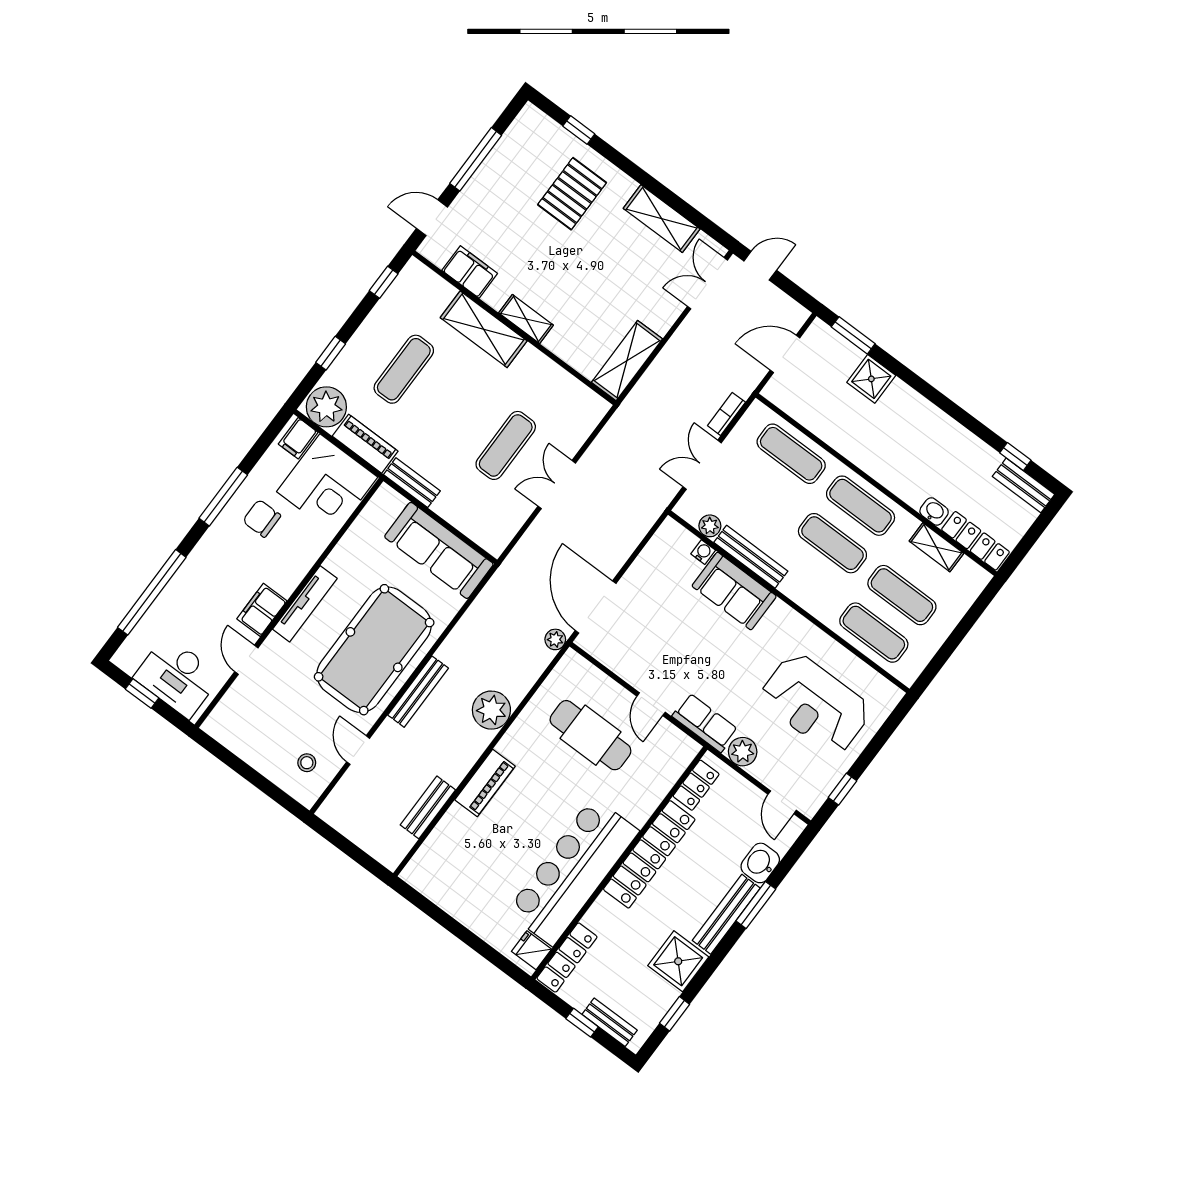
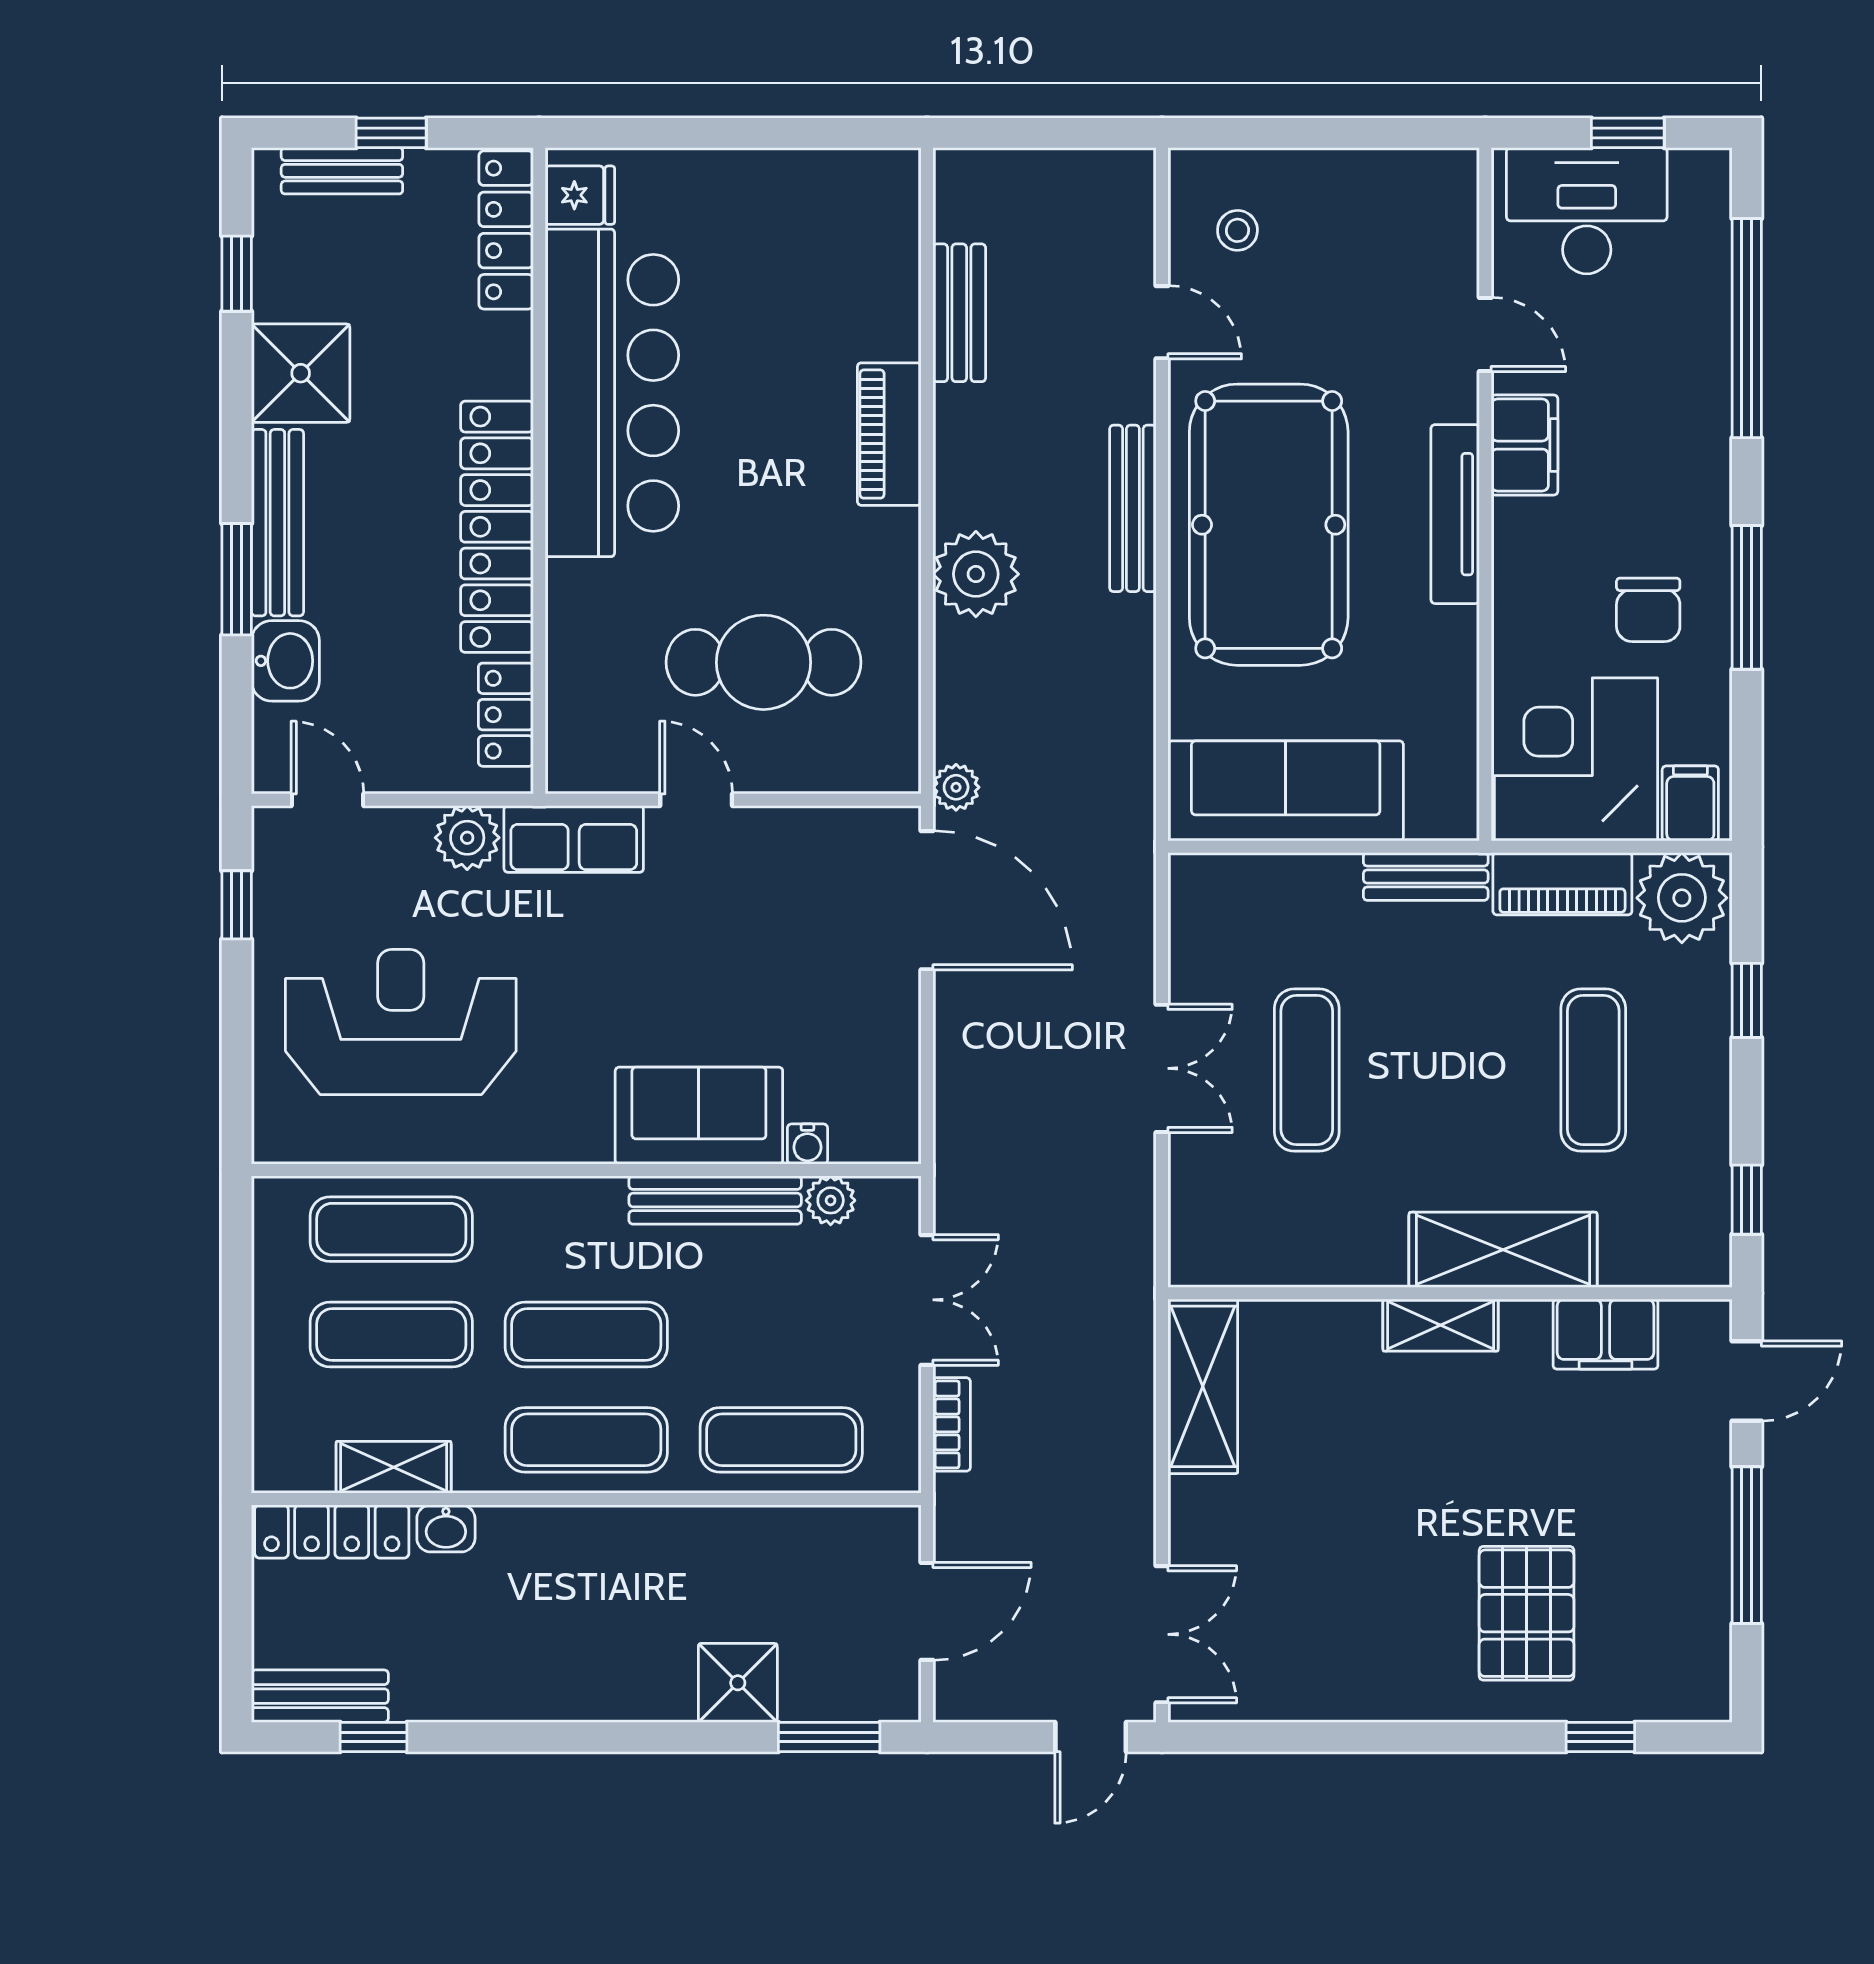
shelving: (662, 219) -> (1332, 1689), removed
chair: (262, 518) -> (1648, 610), turned 90

